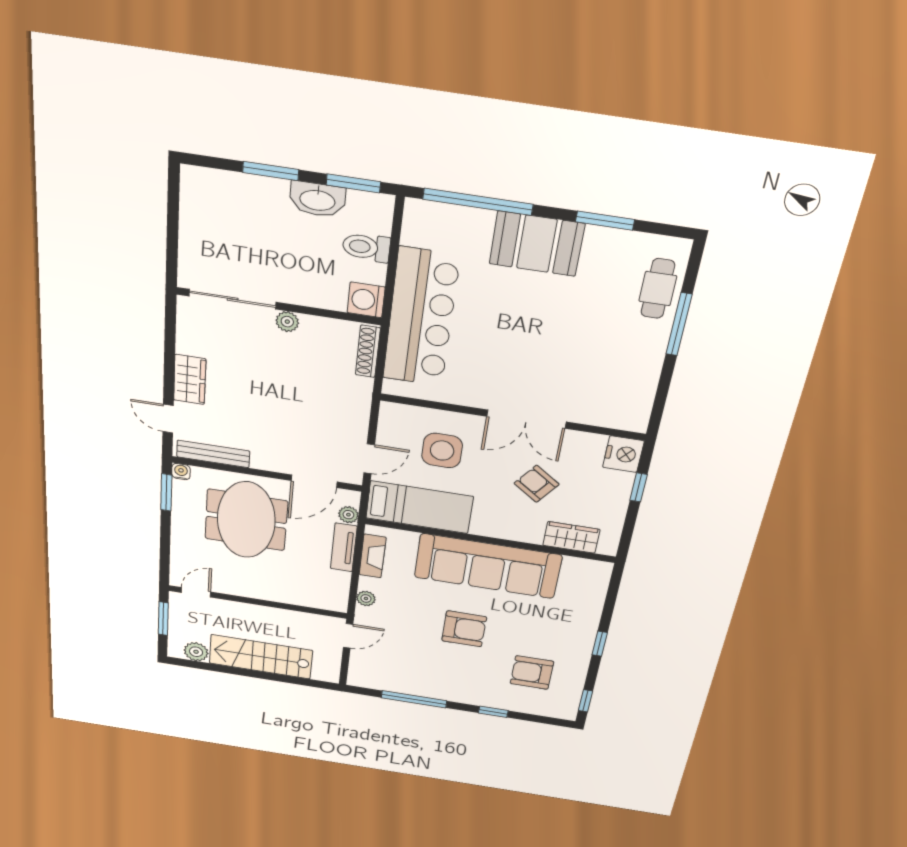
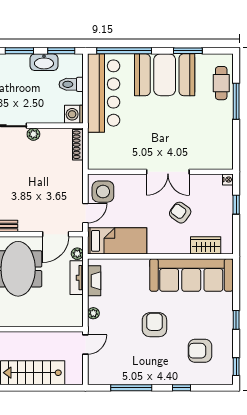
booth: (537, 244) -> (165, 75), width x1.36, depth x1.42
bar counter: (421, 318) -> (104, 93), moved
side table: (442, 451) -> (103, 192), moved
nightstand: (623, 454) -> (228, 180), width x0.53, depth x0.56
sofa: (488, 566) -> (191, 275), moved
armchair: (464, 629) -> (154, 325), turned -90

